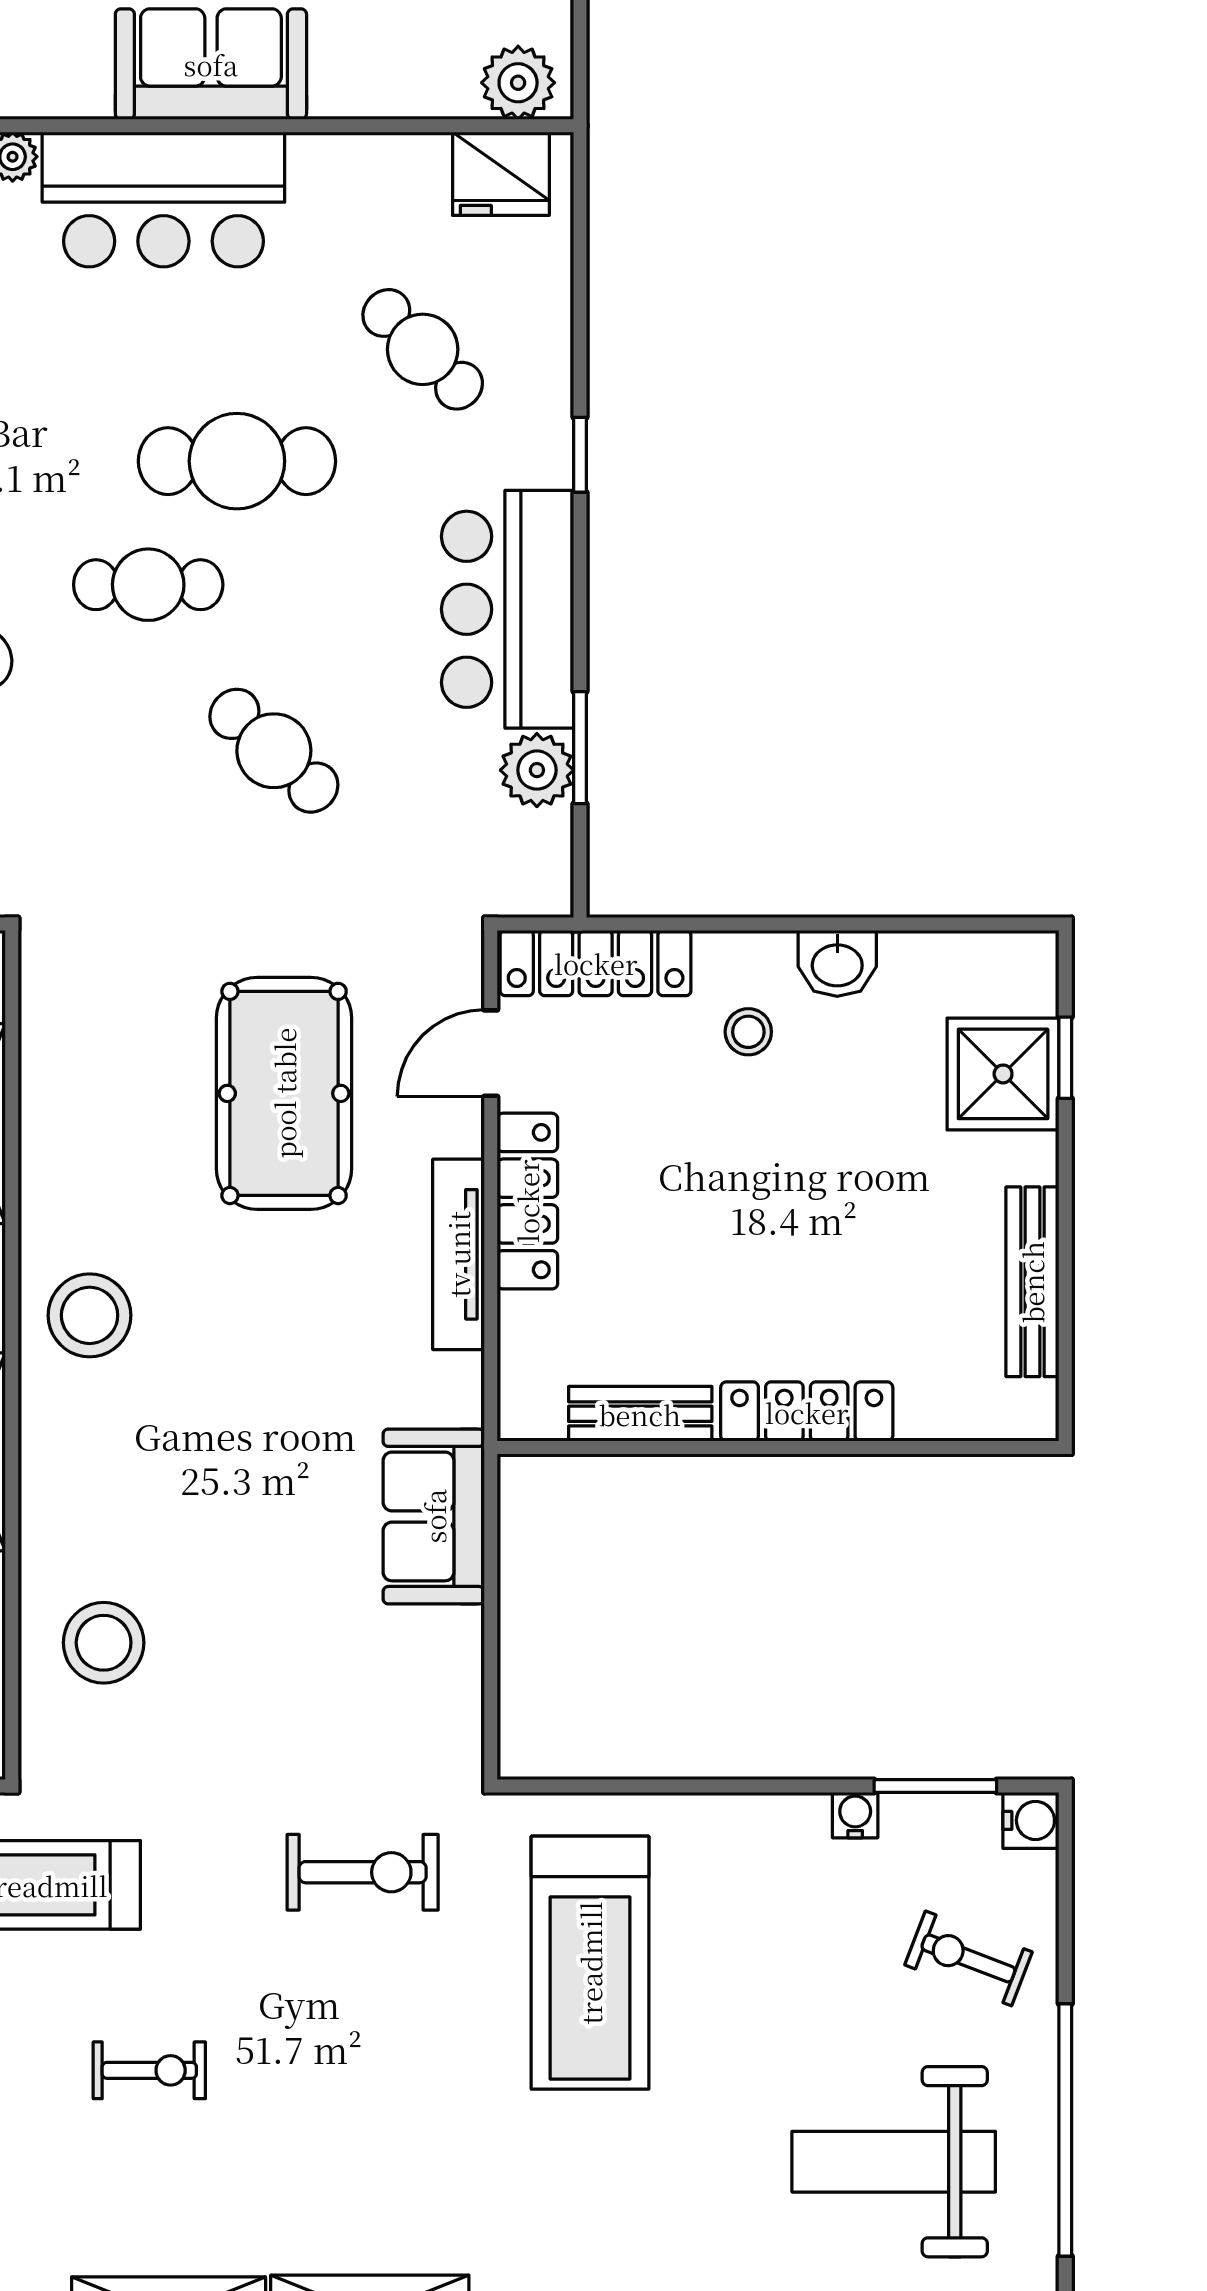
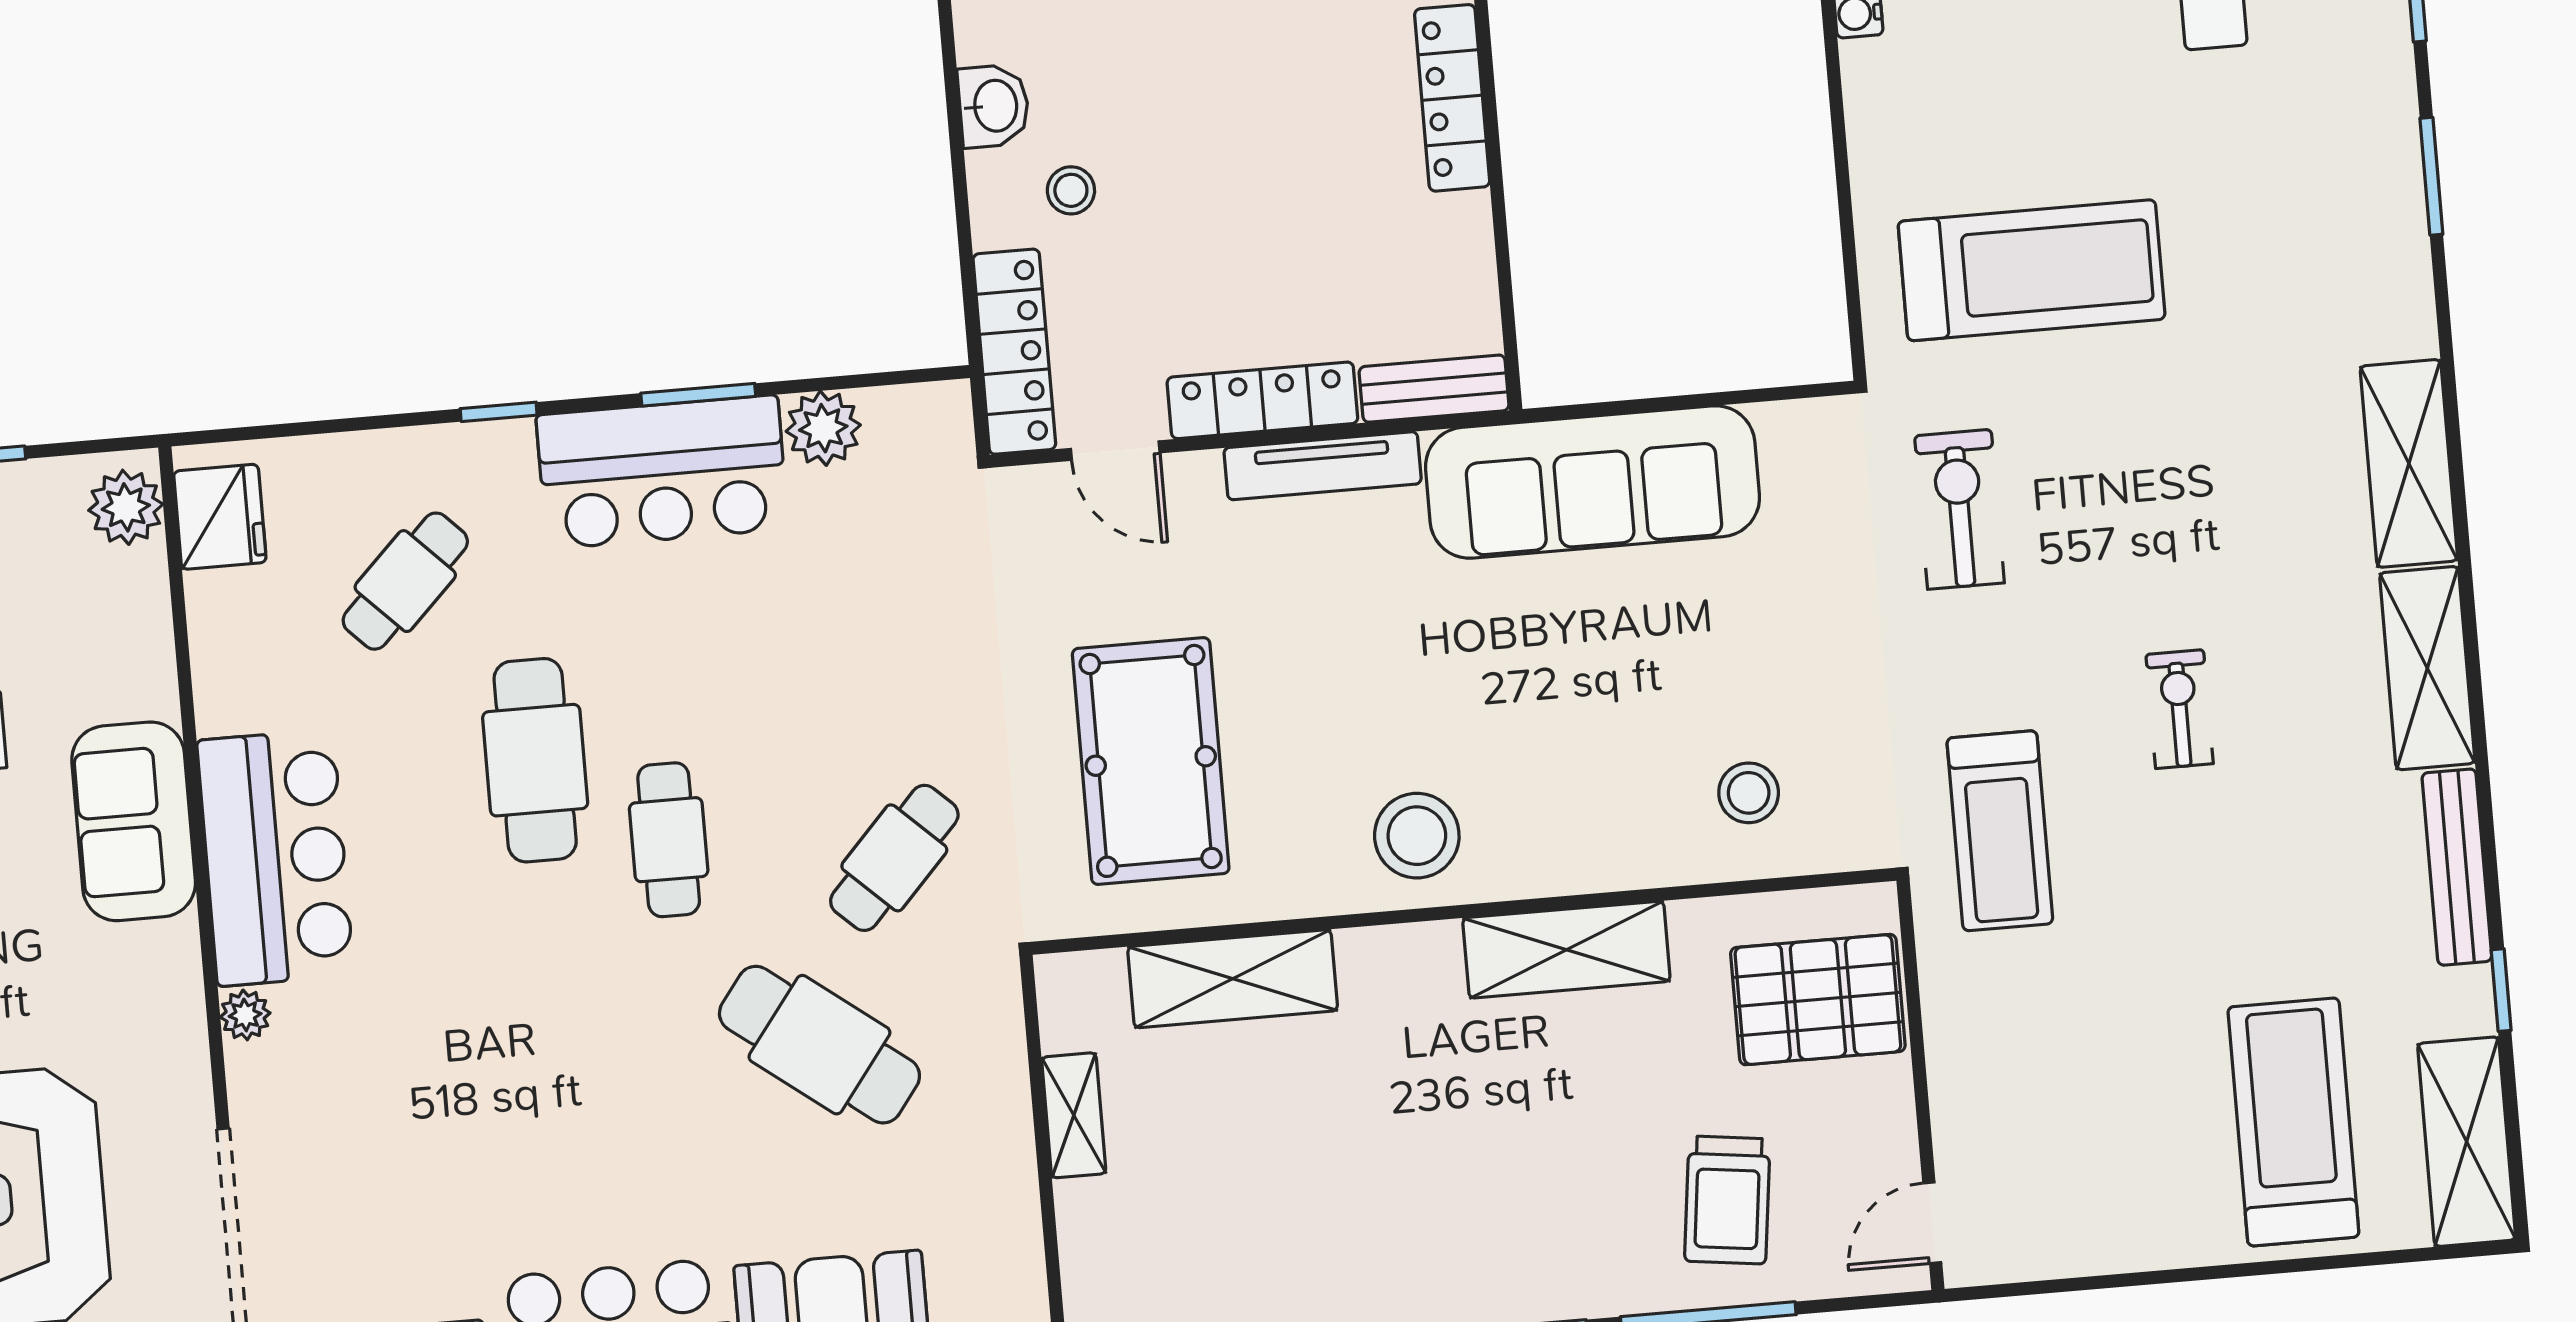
window: (580, 748) -> (698, 395), moved
cafe table: (274, 751) -> (894, 858), moved
pool table: (284, 1093) -> (1151, 761), moved, turned 90
bench: (640, 1414) -> (1434, 389), moved, turned 90
sofa: (434, 1516) -> (1593, 482), width x1.85, depth x1.27
stool: (104, 1643) -> (1749, 793), width x0.73, depth x0.73

